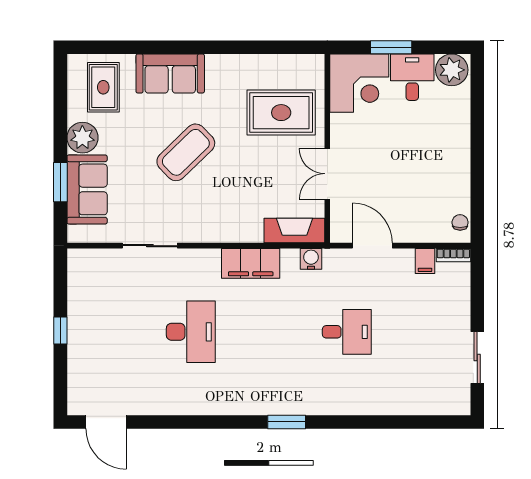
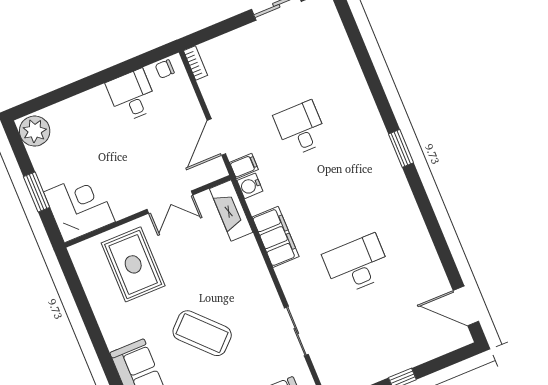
desk: (412, 77) -> (132, 96), moved, turned 90
filing cabinet: (425, 261) -> (244, 166), moved
door: (106, 422) -> (466, 306), swing flipped

